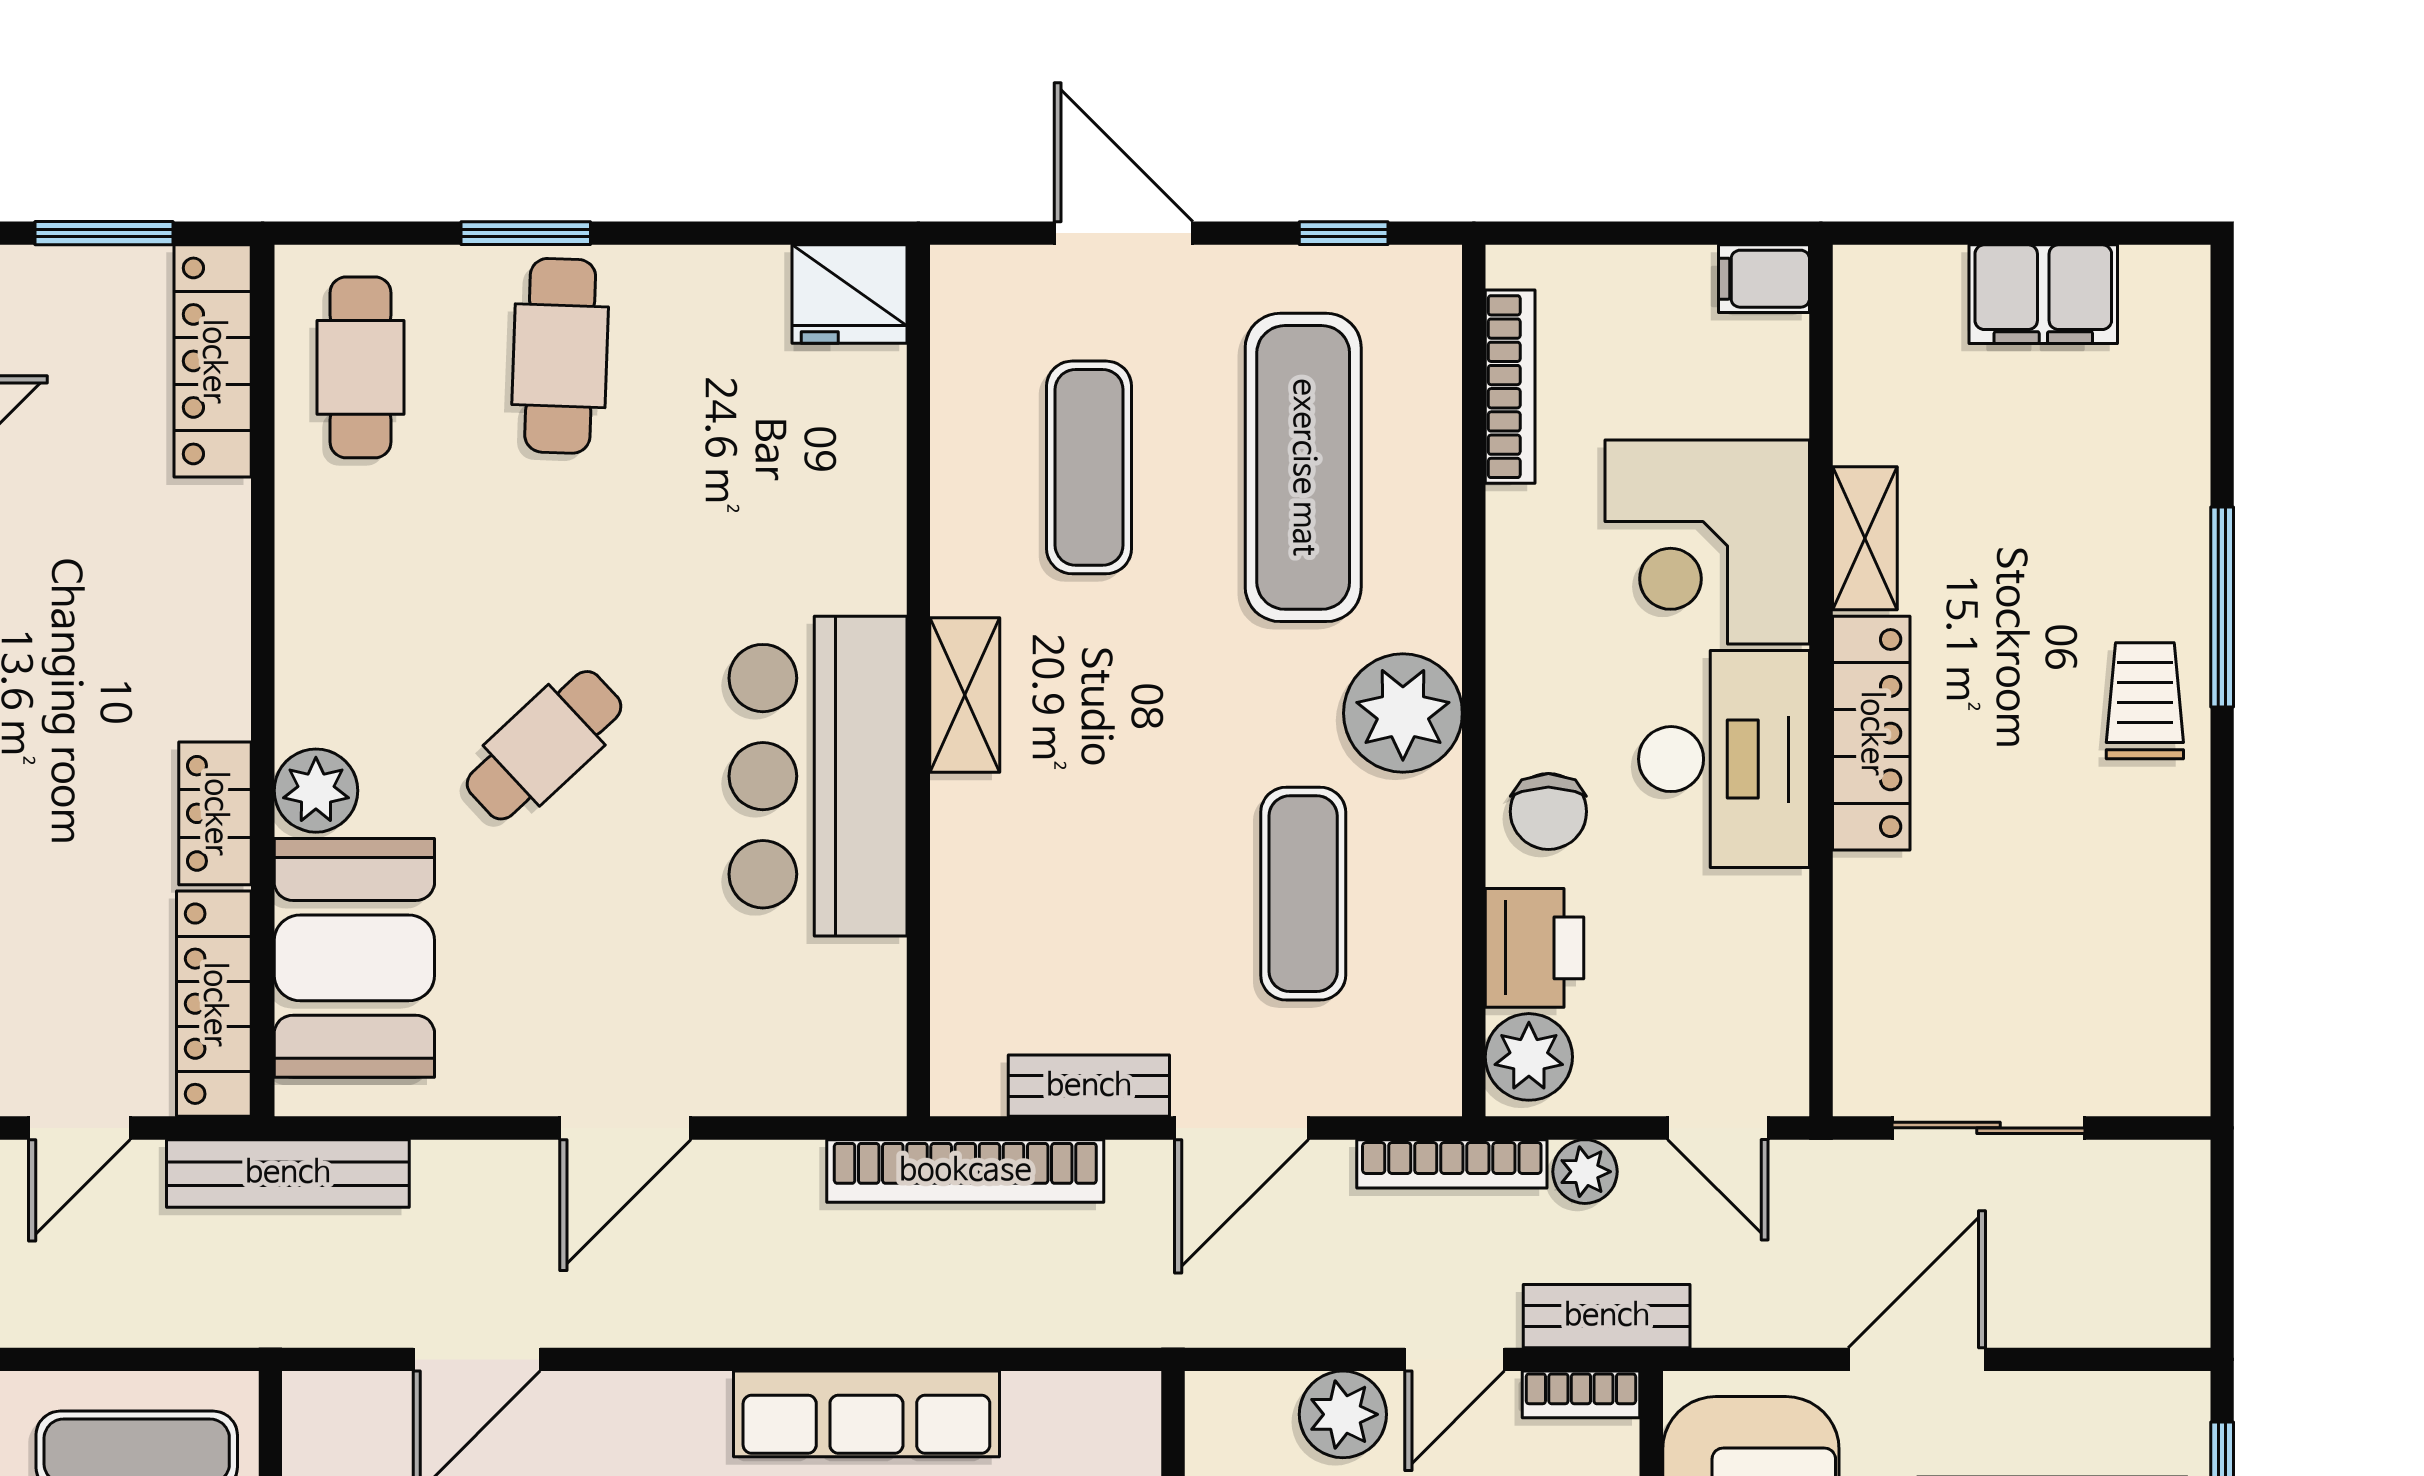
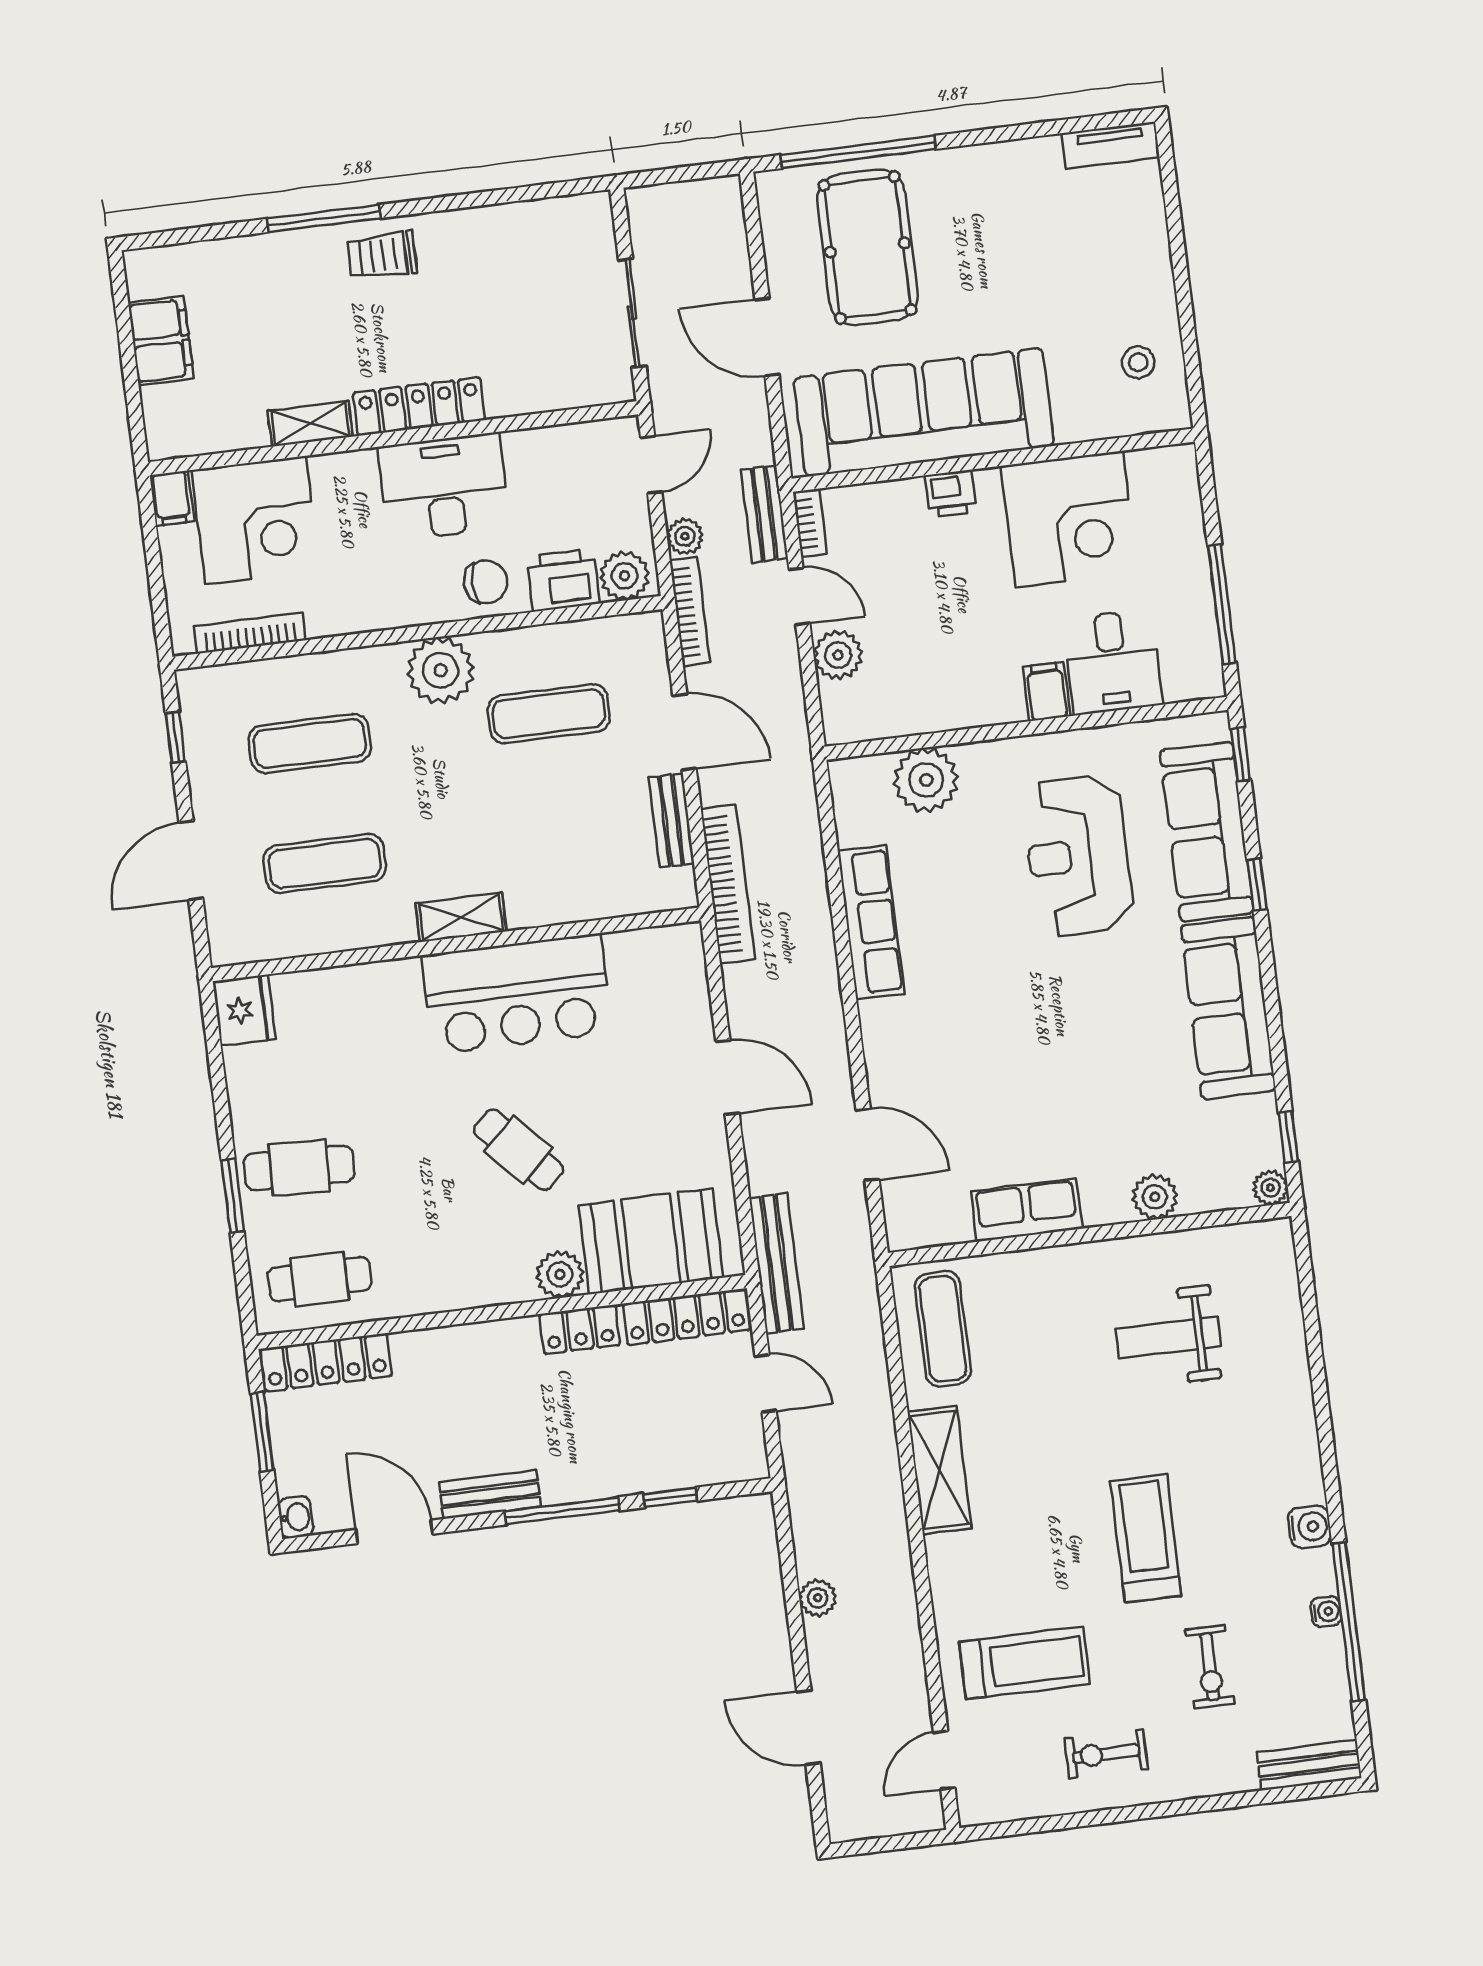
exercise mat: (1303, 467) -> (310, 743), width x0.73, depth x0.69
corner desk: (1707, 542) -> (256, 520), moved

